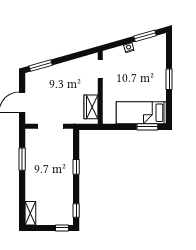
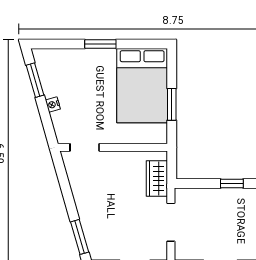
wardrobe: (91, 107) -> (157, 178), moved, turned 90
bed: (141, 113) -> (142, 86), width x1.50
window: (147, 127) -> (172, 104), moved

